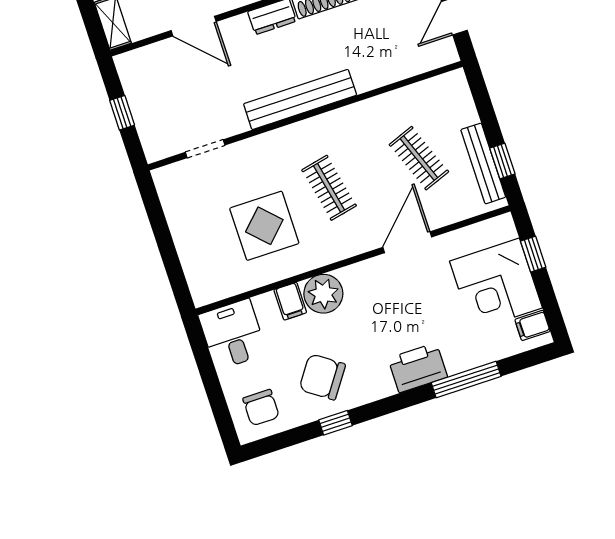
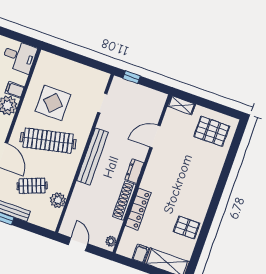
plant: (410, 101) -> (58, 200), added
window: (122, 113) -> (132, 77), moved
clothes rail: (329, 188) -> (48, 141), width x1.86, depth x1.31

